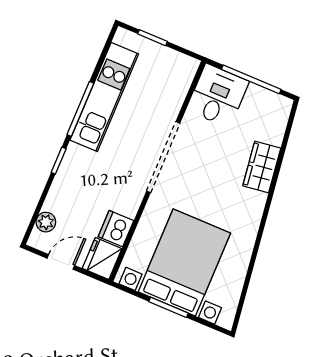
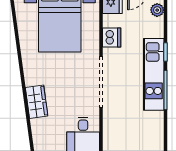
kitchen unit: (104, 97) -> (154, 74), moved
dishwasher: (116, 229) -> (112, 37), moved

